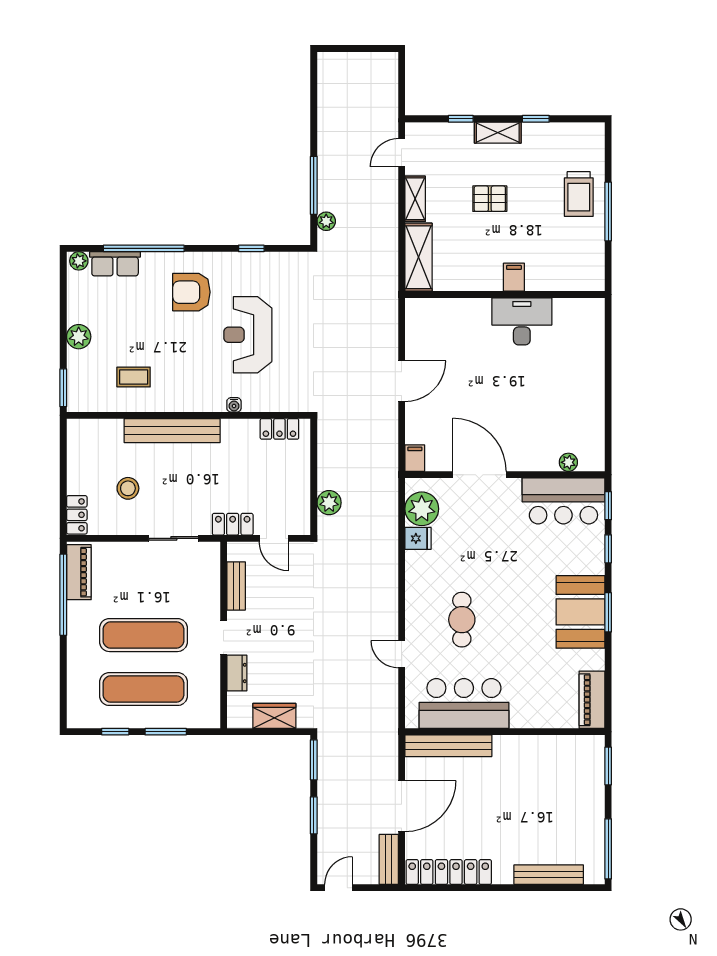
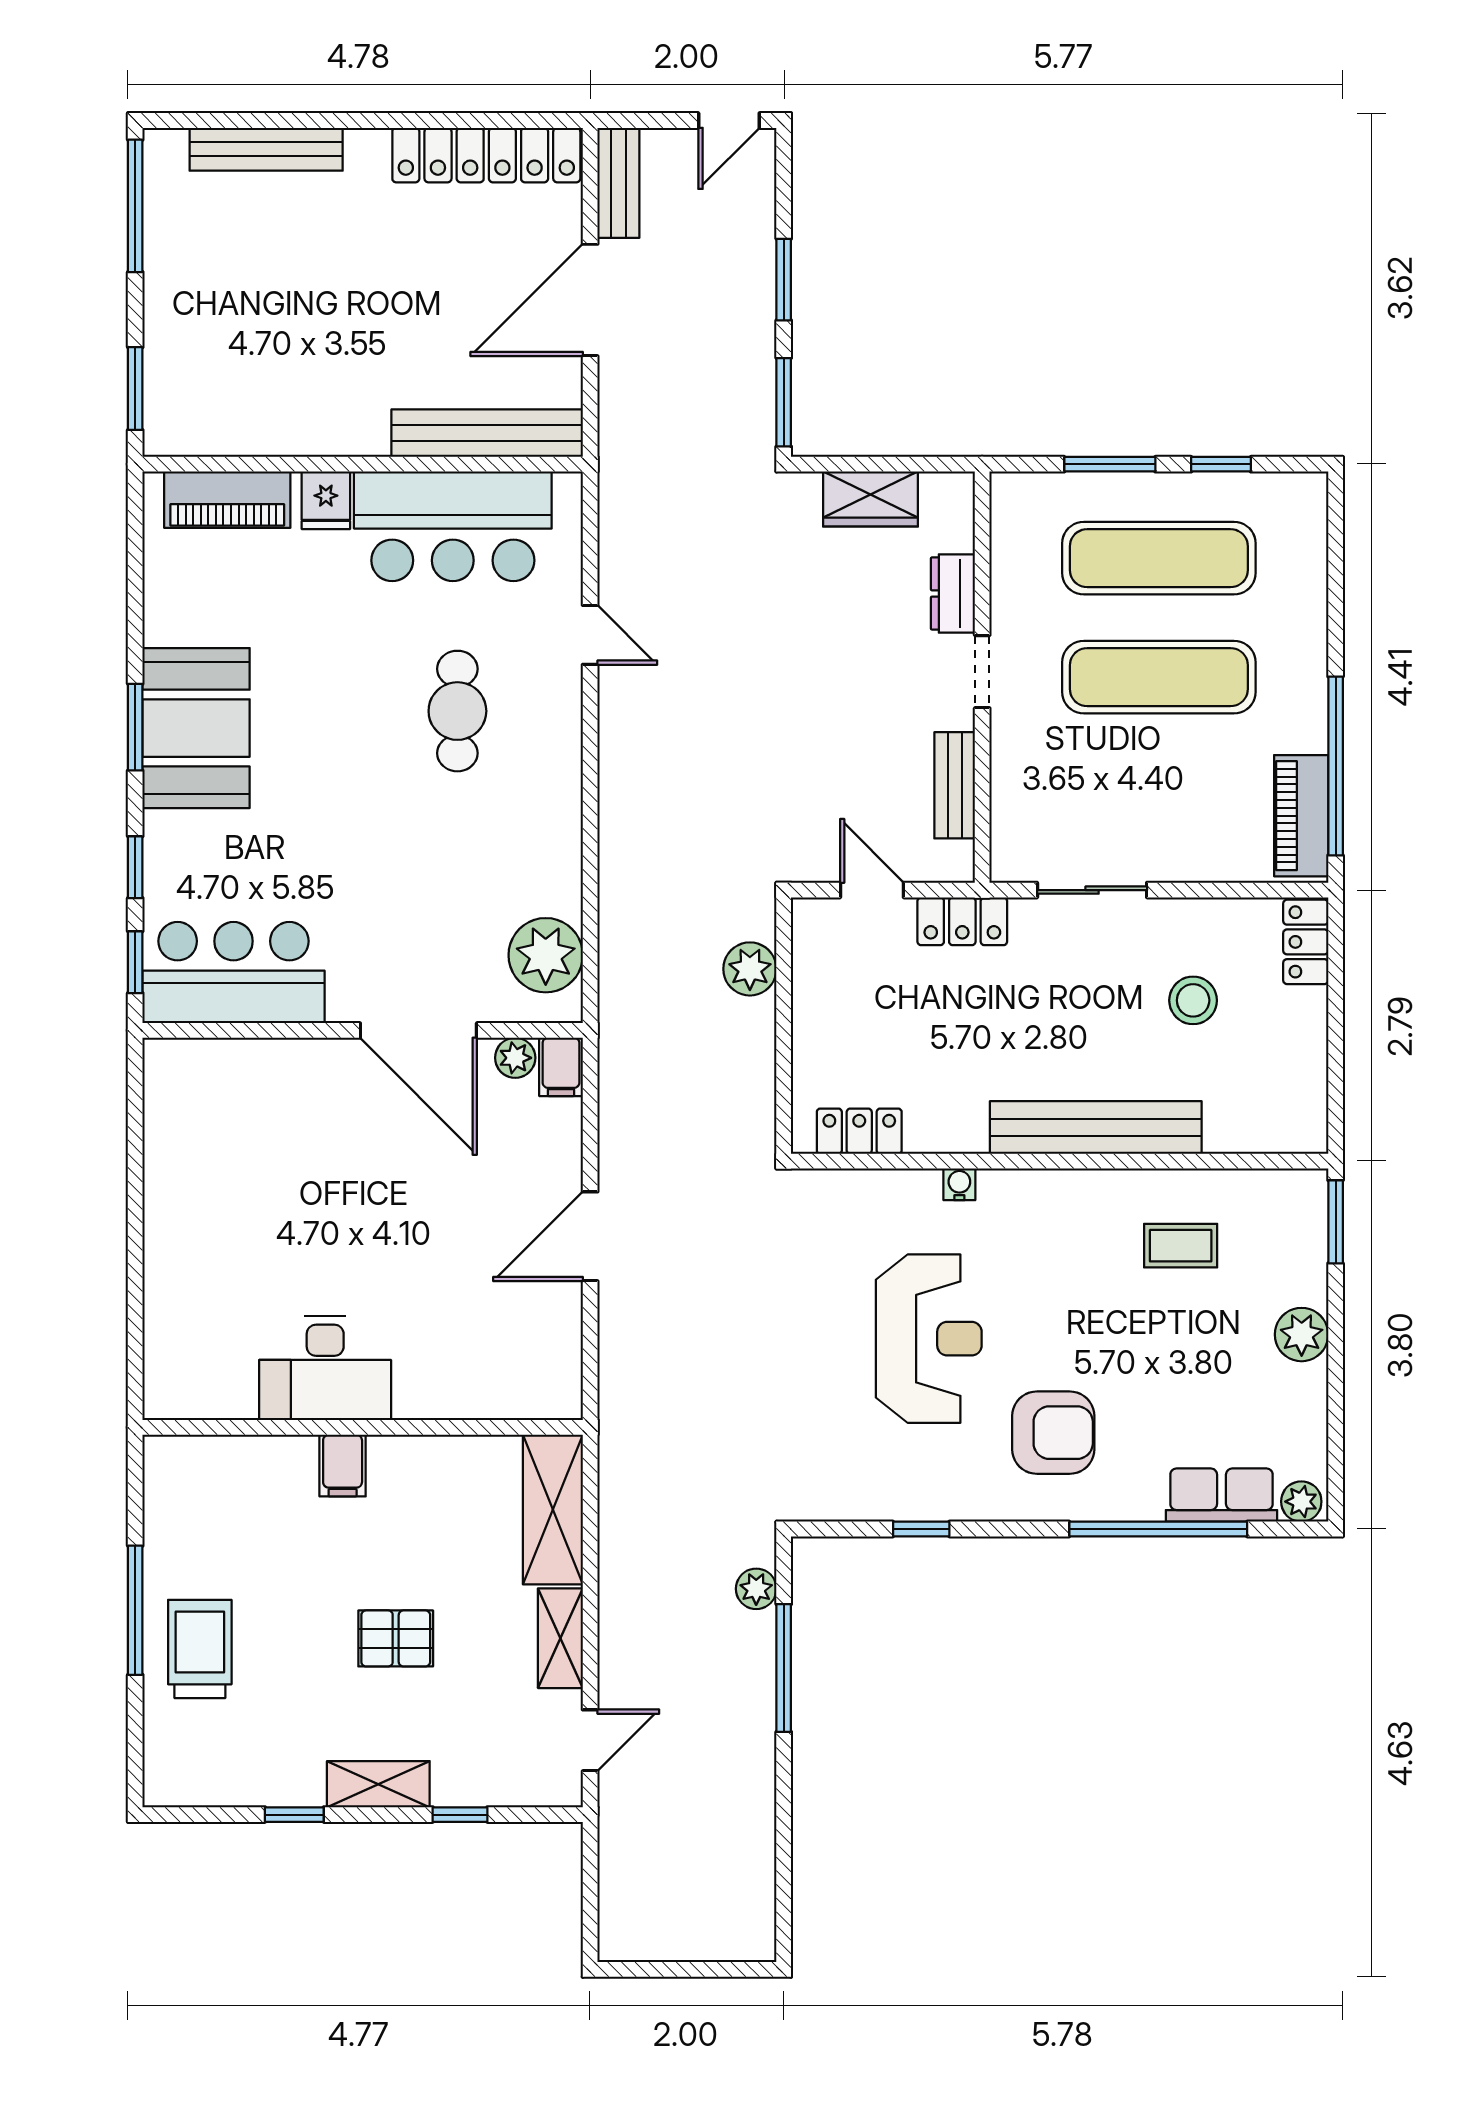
plant: (568, 462) -> (515, 1058), moved
fridge: (418, 538) -> (326, 500), moved, turned -90
piano: (592, 700) -> (227, 500), moved, turned 90

